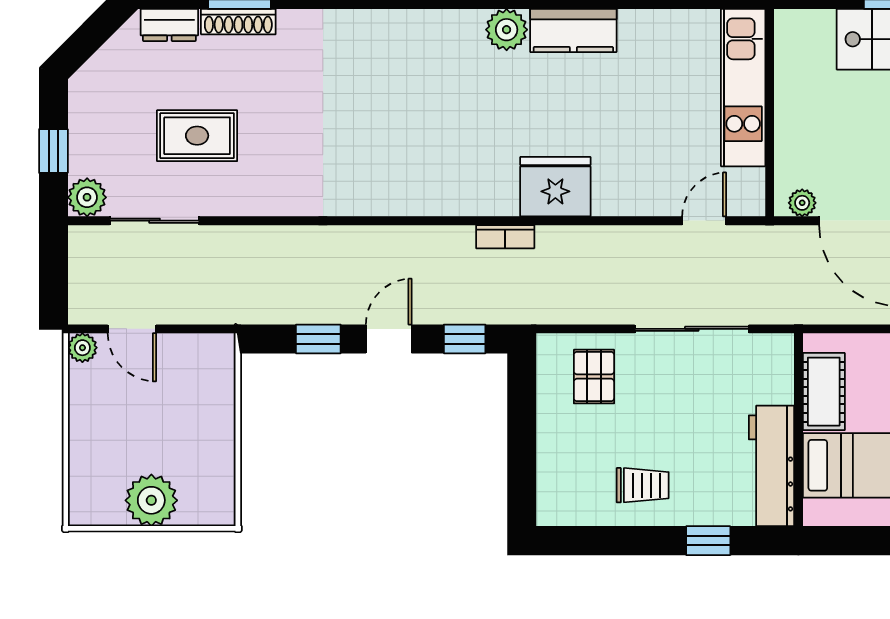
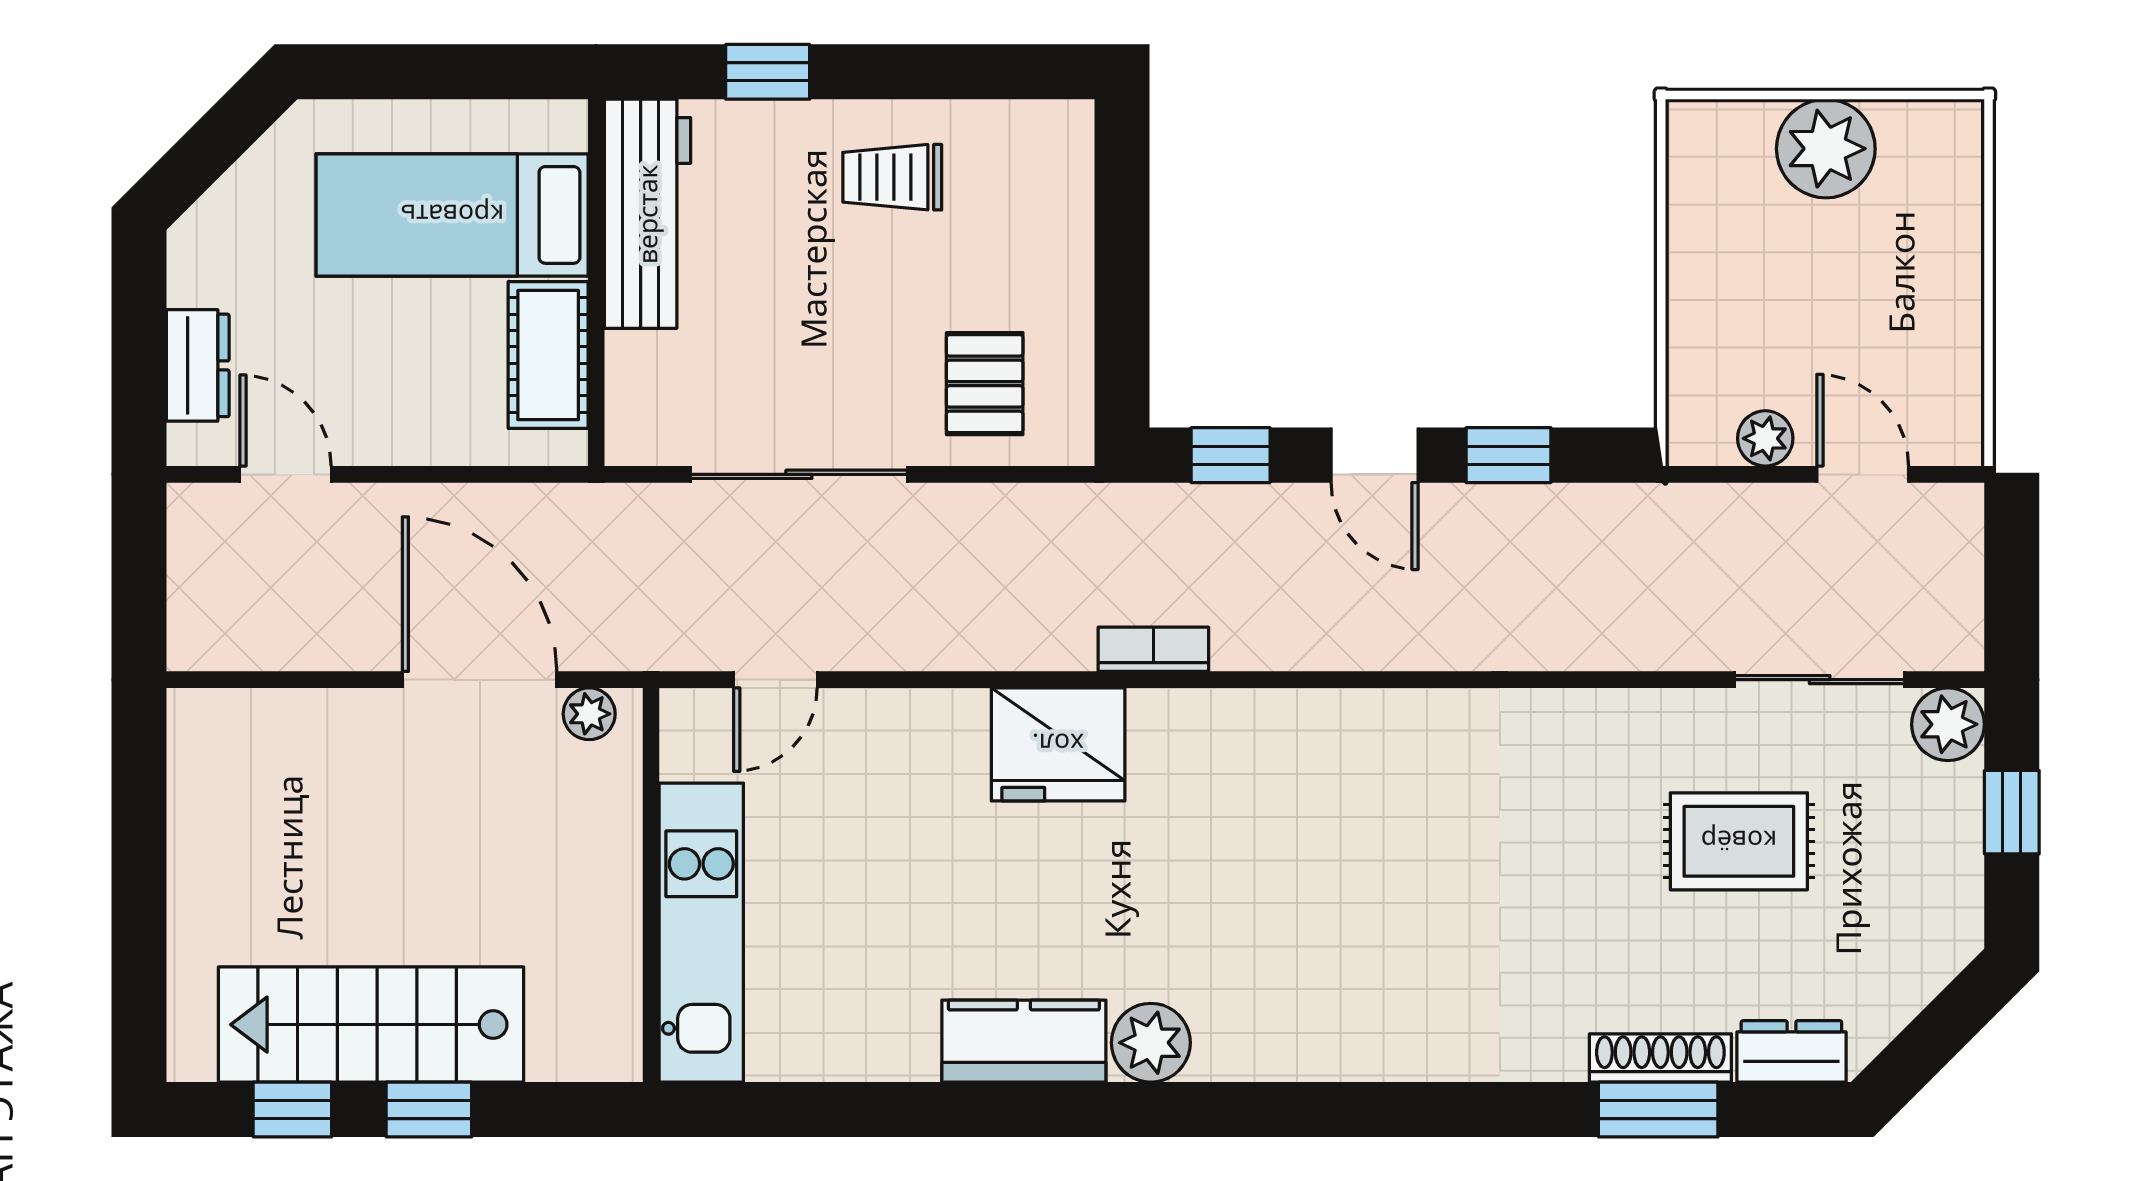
door: (389, 339) -> (1375, 455), hinge flipped
plant: (82, 348) -> (1765, 438), moved

